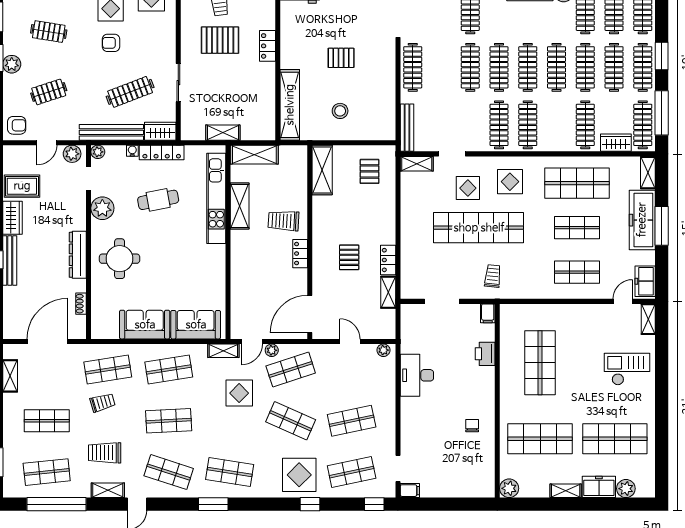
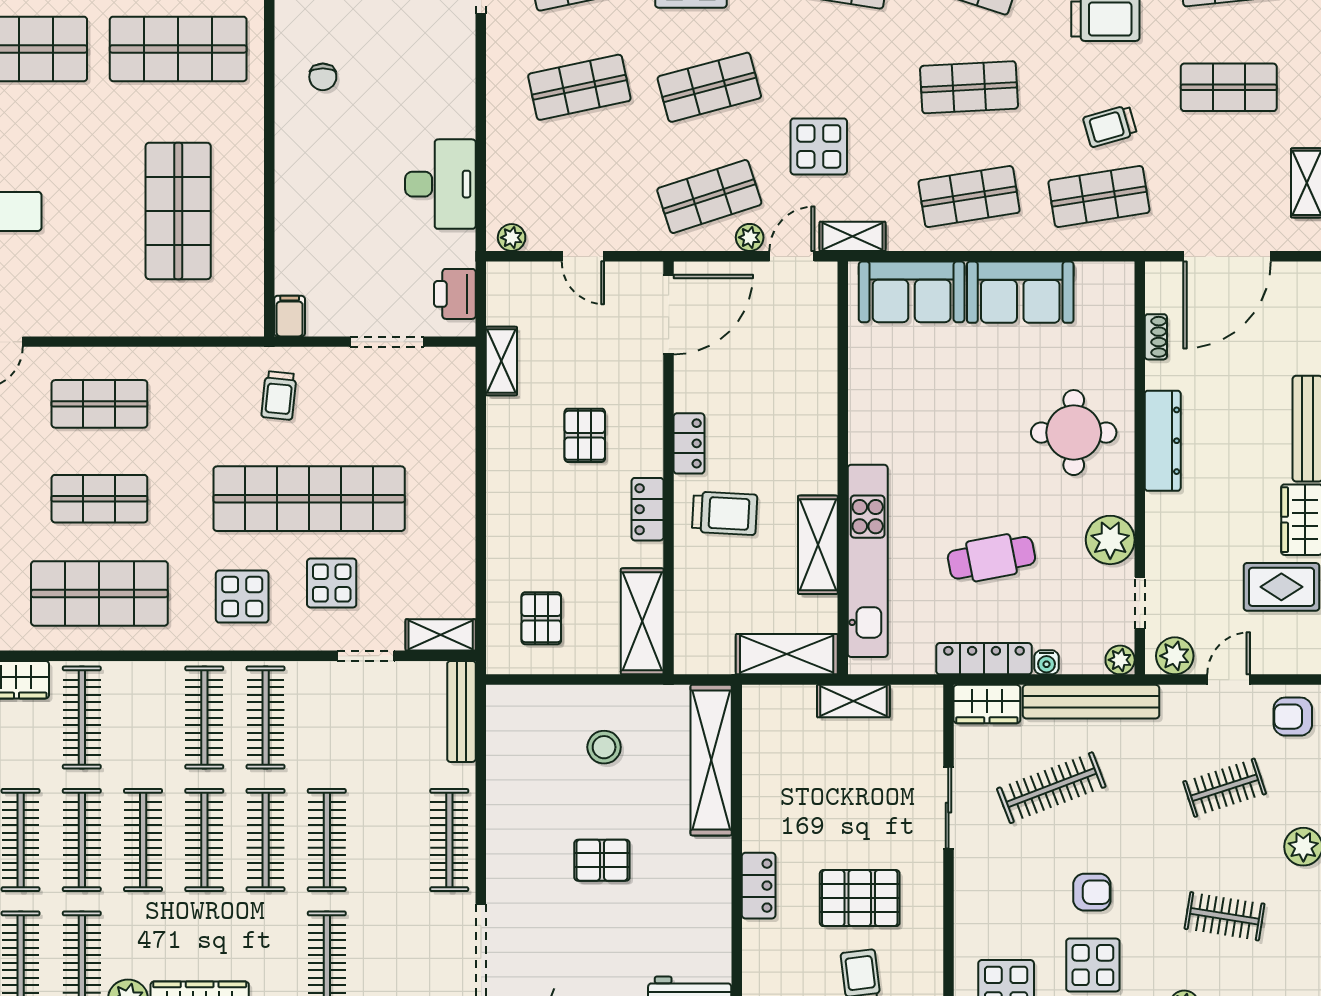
locker: (388, 260) -> (648, 509), moved, turned 180
printer: (485, 354) -> (455, 294), moved, turned 180
shop shelf: (291, 421) -> (709, 87), turned -39

